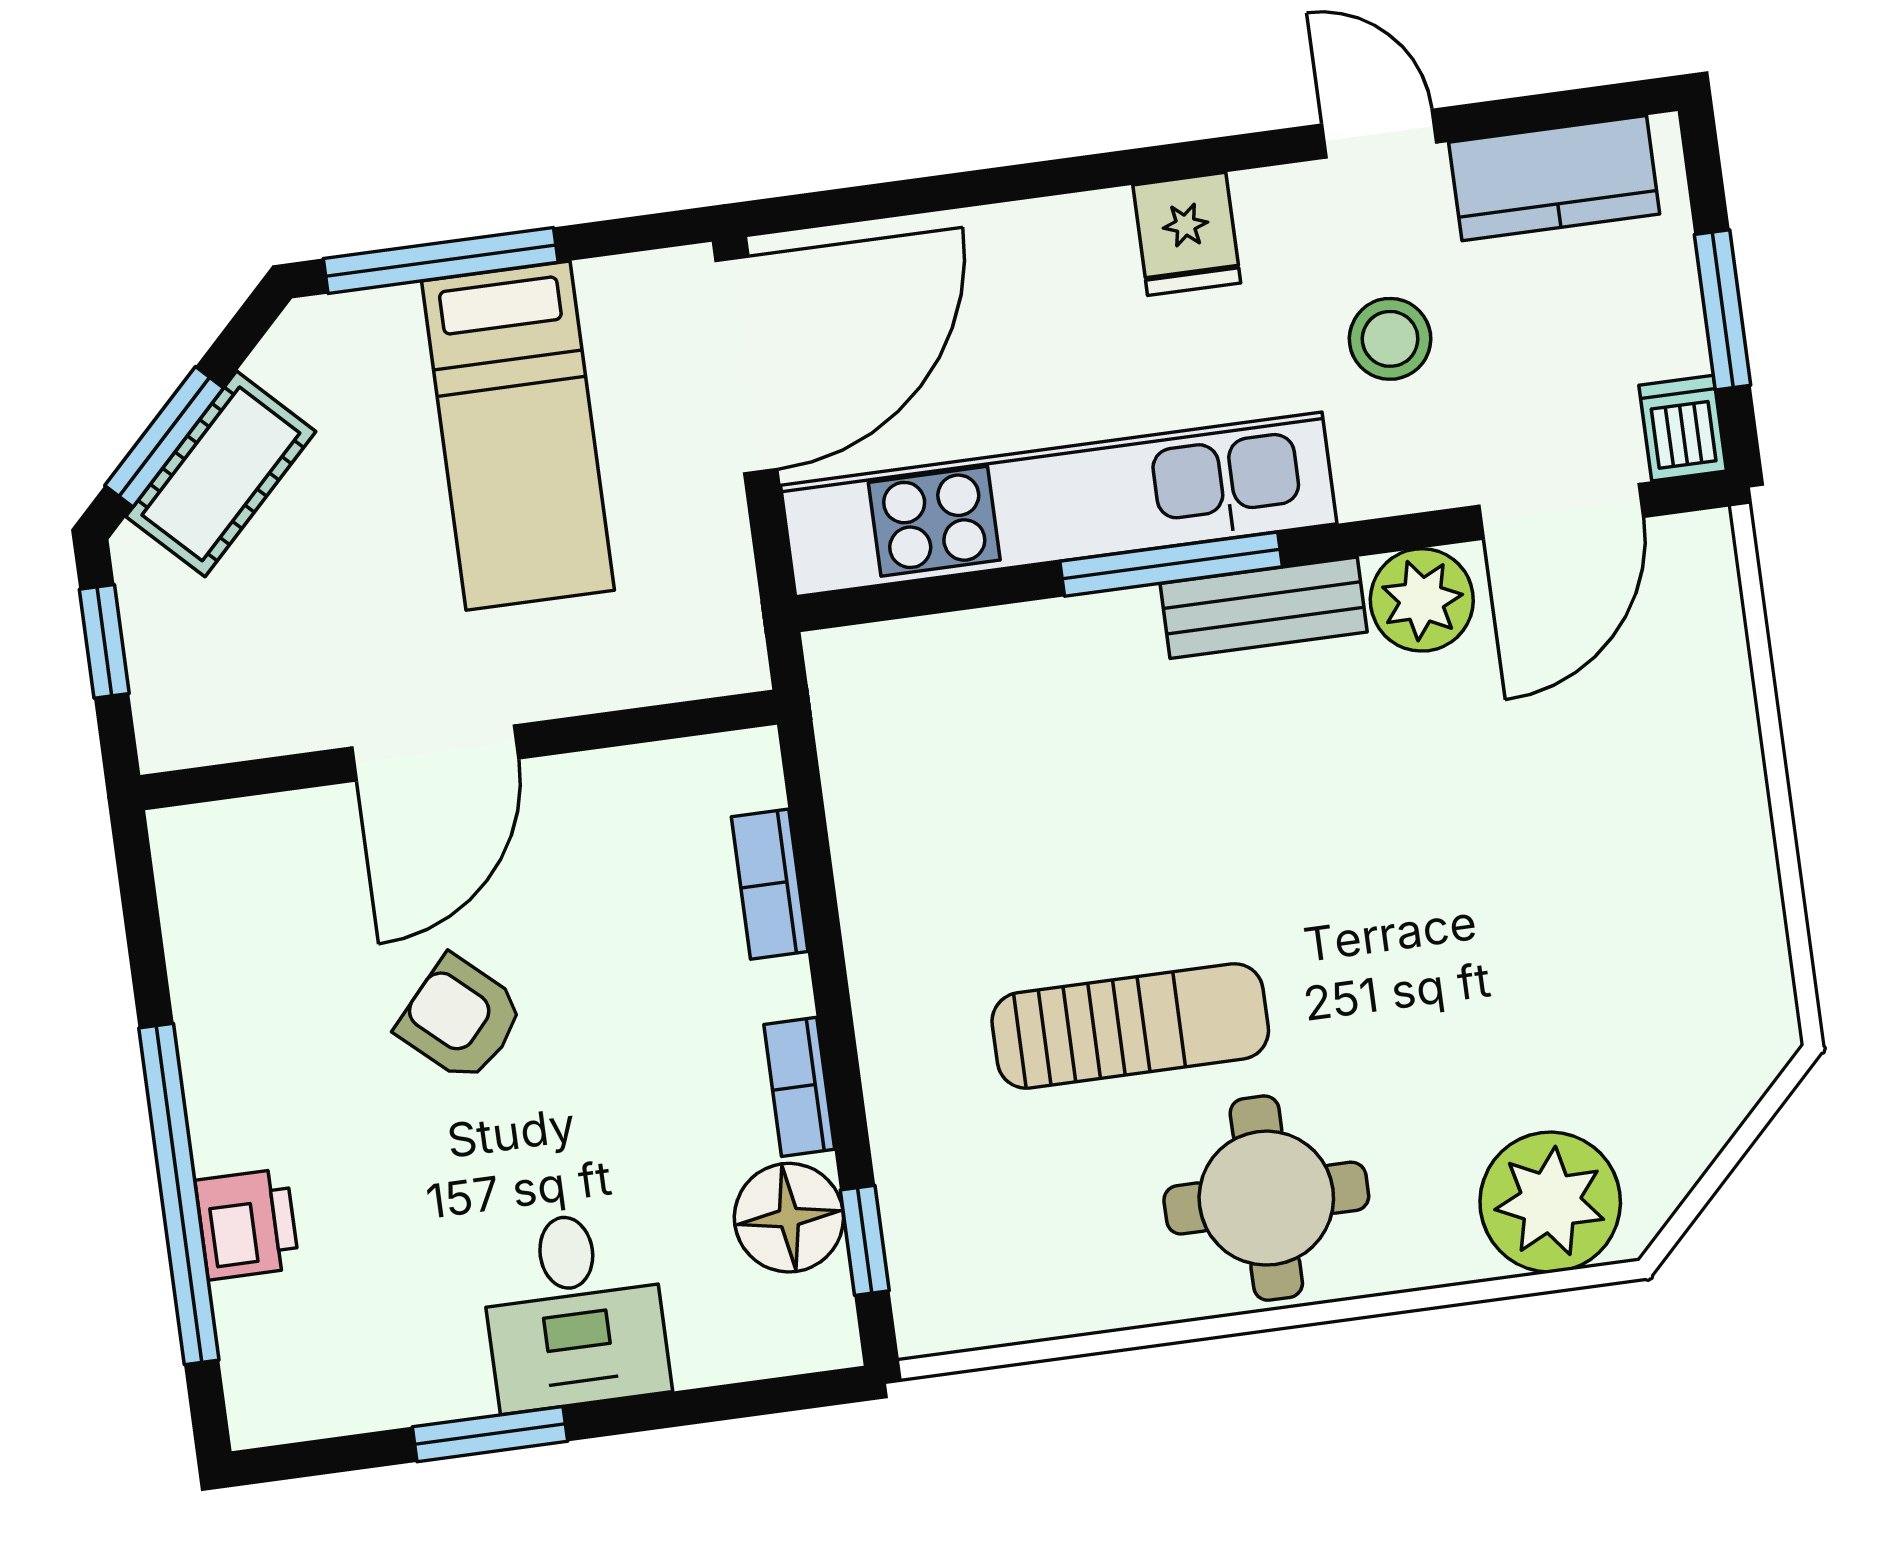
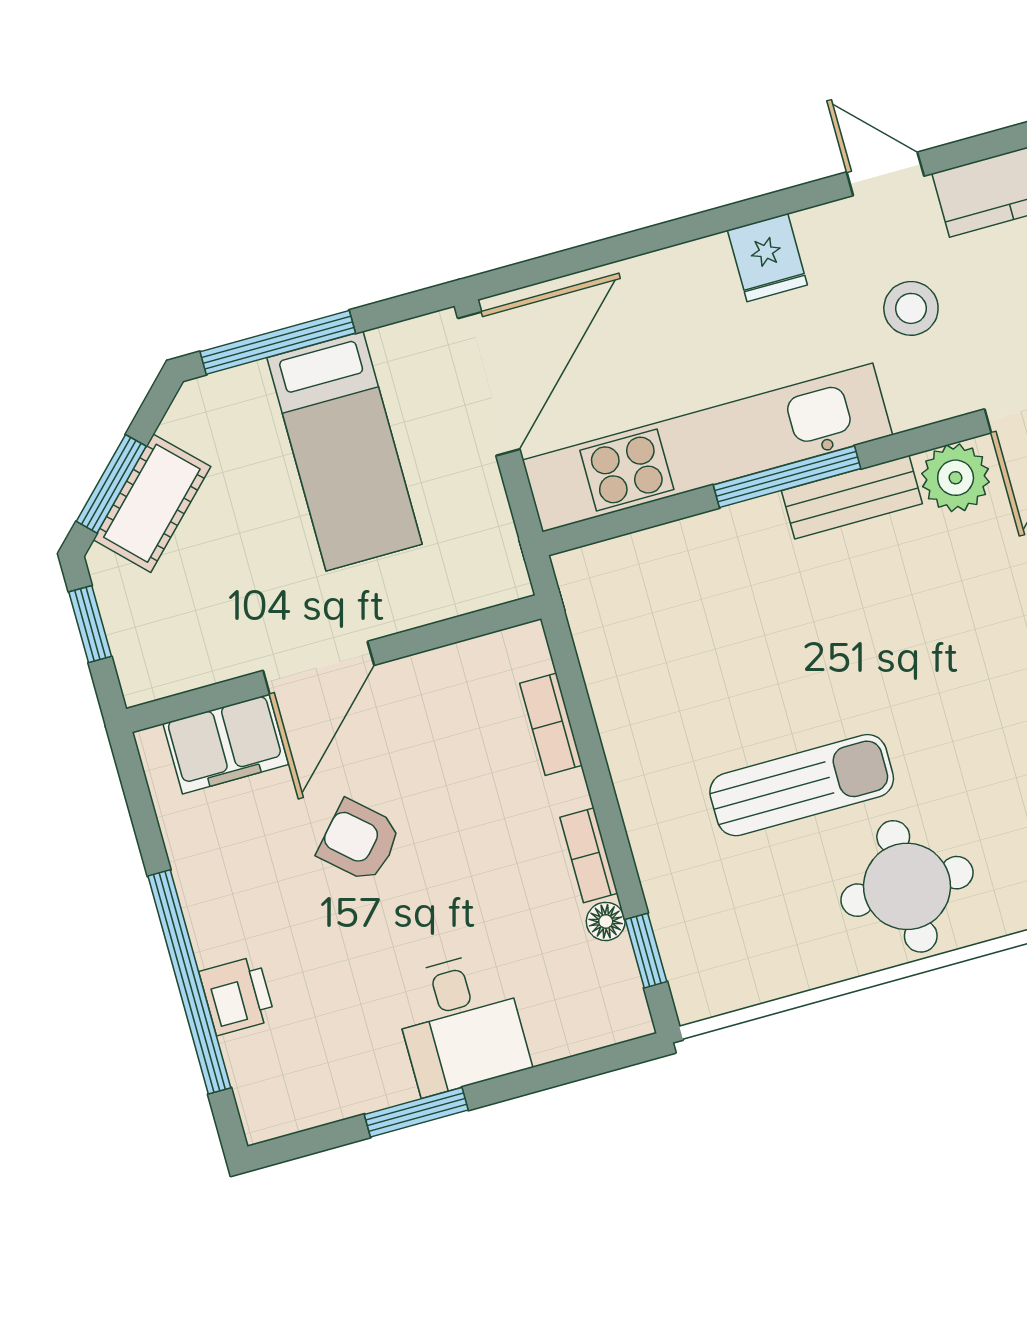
filing cabinet: (282, 847) -> (226, 744), added
floor lamp: (789, 1218) -> (606, 921), width x0.53, depth x0.53

